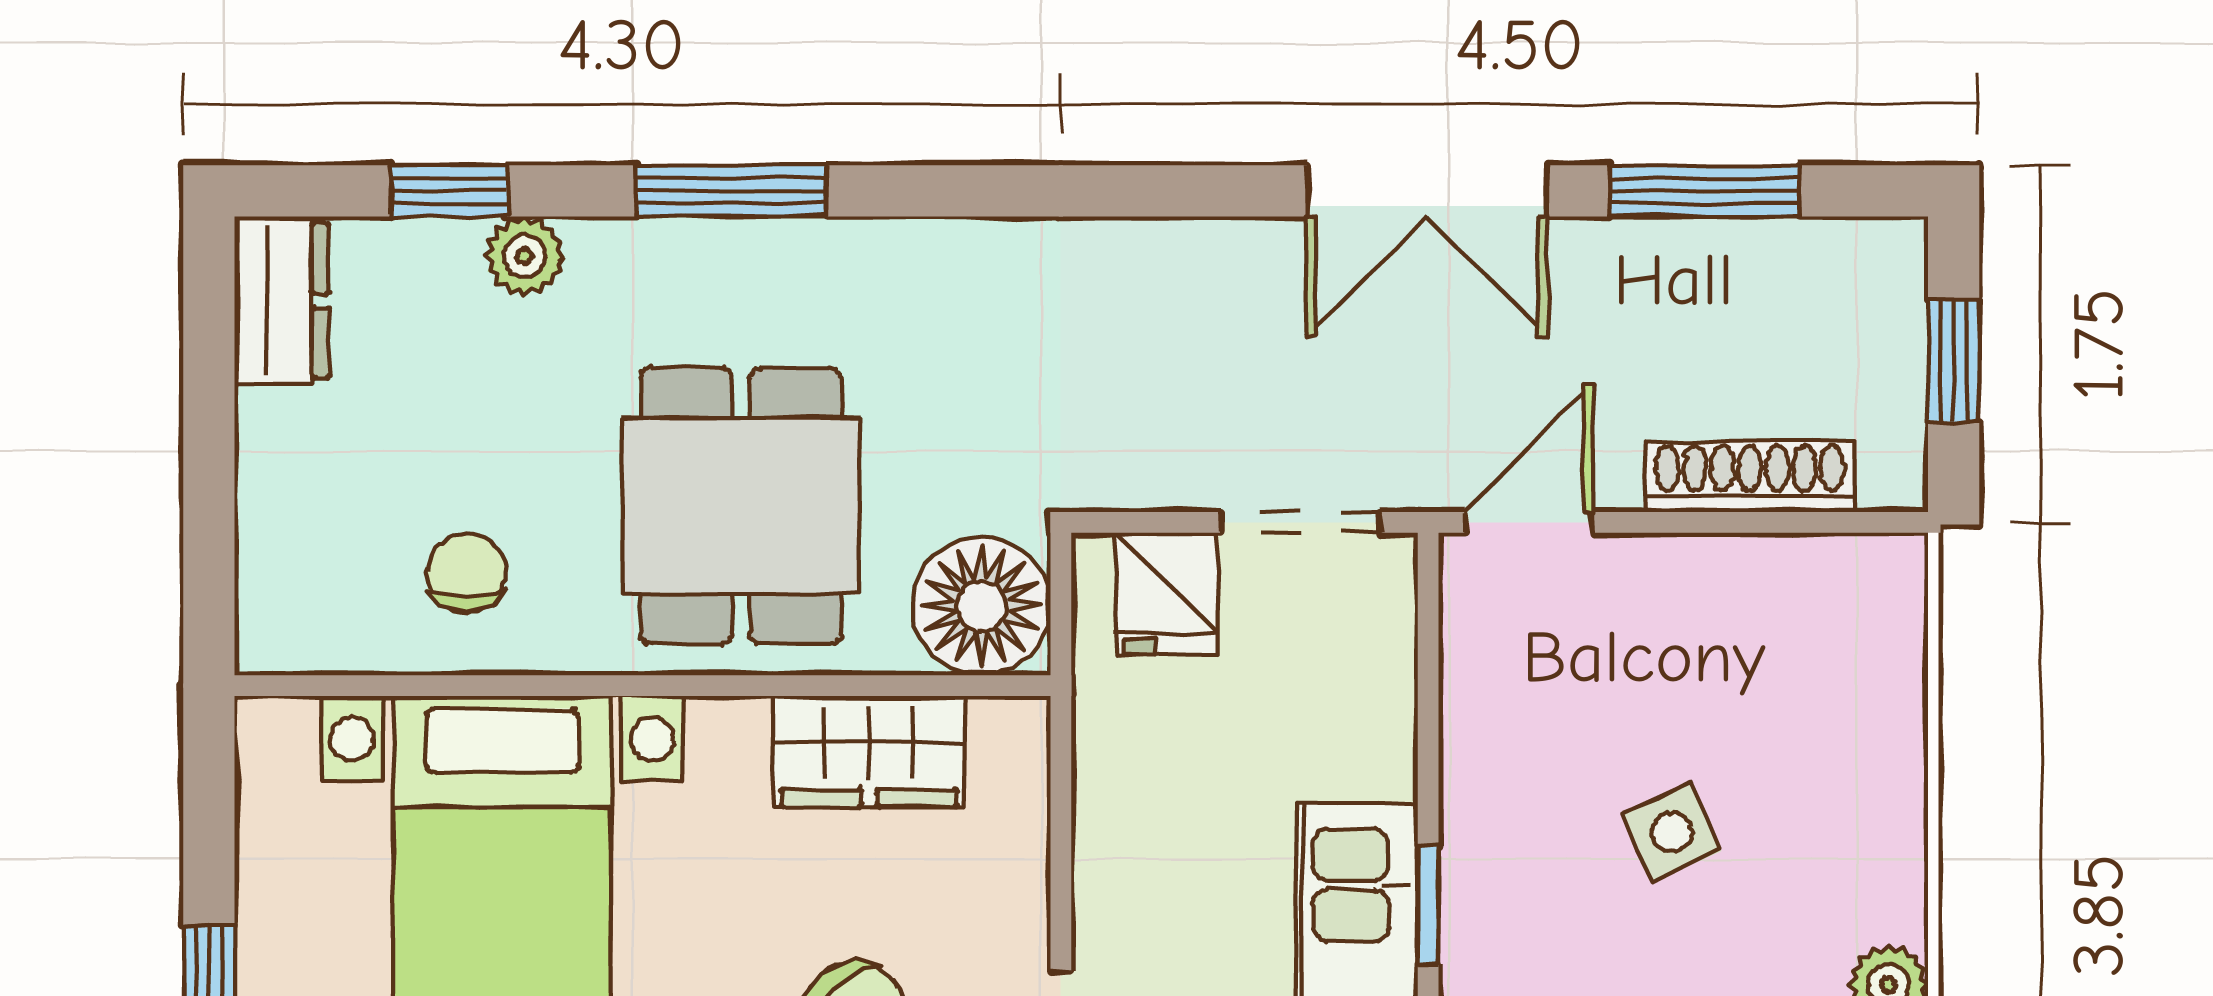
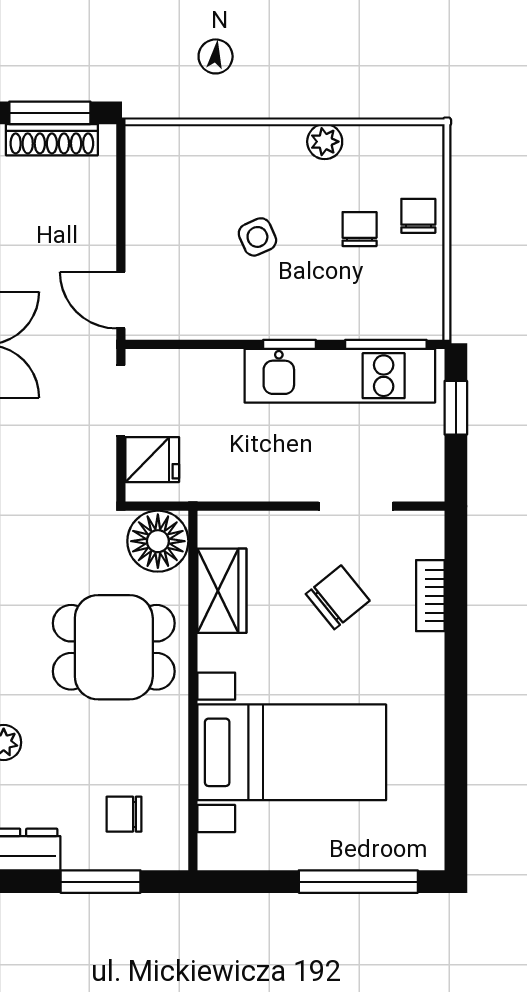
window: (1954, 361) -> (50, 113), width x1.50
window: (209, 476) -> (100, 882), added
shoe rack: (1750, 477) -> (52, 140), moved, turned -90
chair: (467, 573) -> (124, 814), moved

